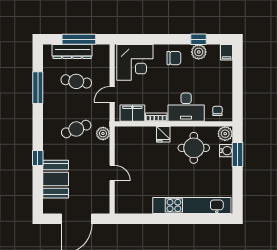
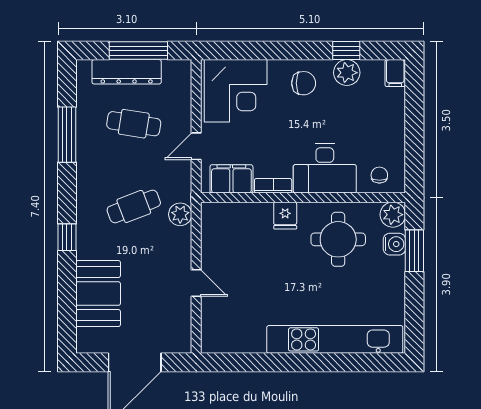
window: (38, 158) -> (67, 237), moved

